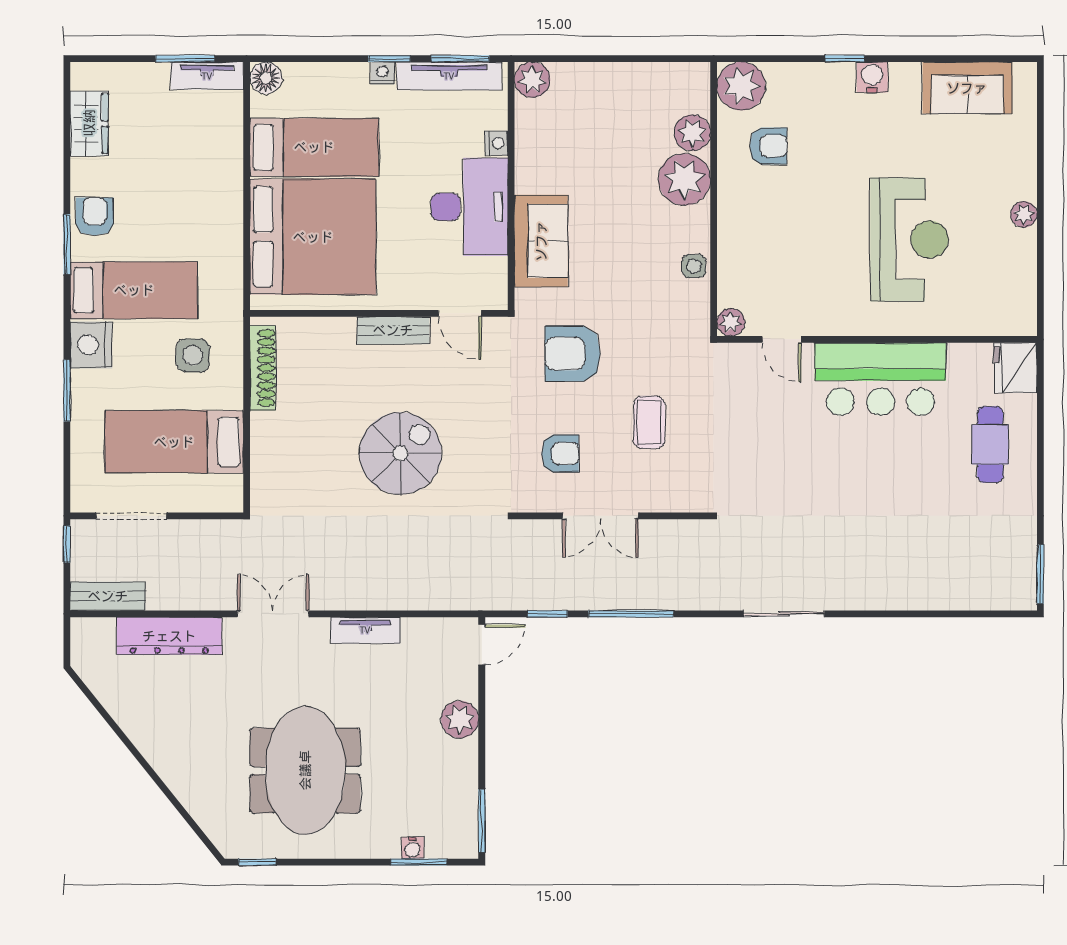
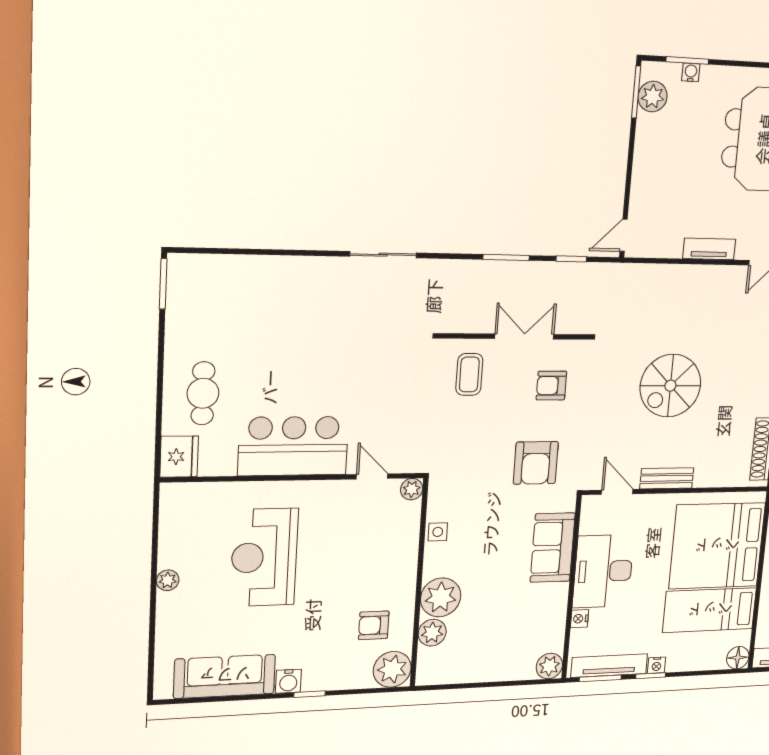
sofa: (967, 88) -> (225, 676), width x1.36
armchair: (573, 354) -> (536, 463), turned 90
coffee table: (649, 422) -> (469, 374), moved
window: (631, 614) -> (506, 257), width x0.69
plant: (460, 719) -> (653, 97), moved

